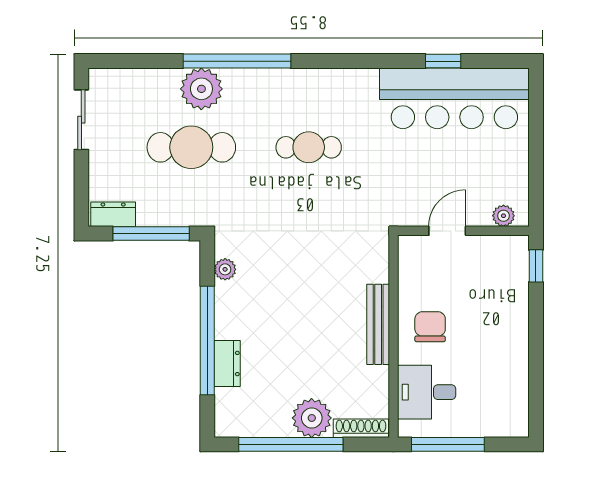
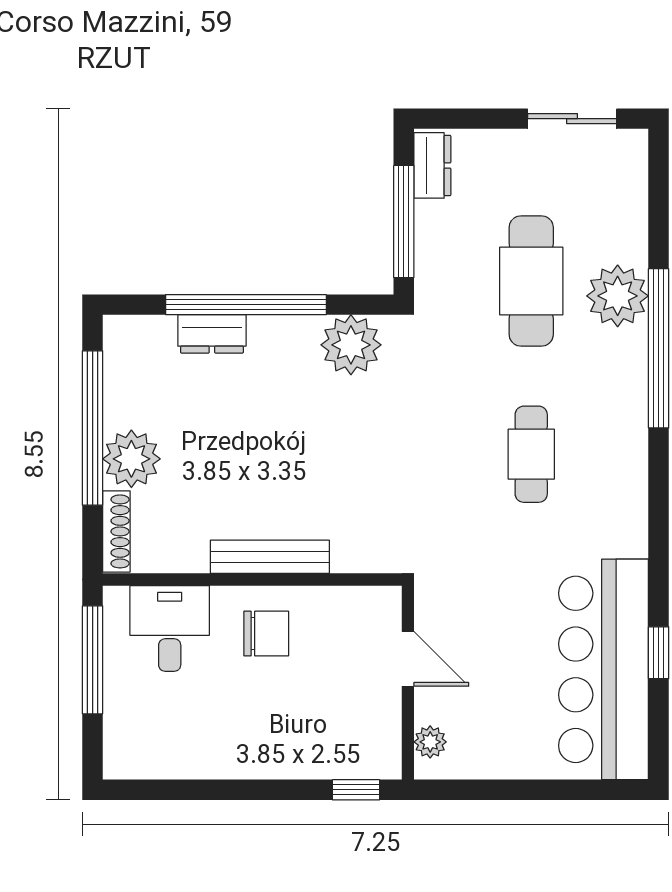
plant: (225, 269) -> (351, 345), width x1.88, depth x1.88

